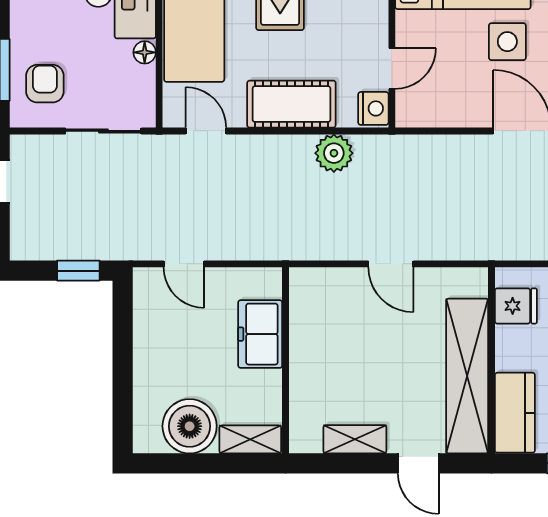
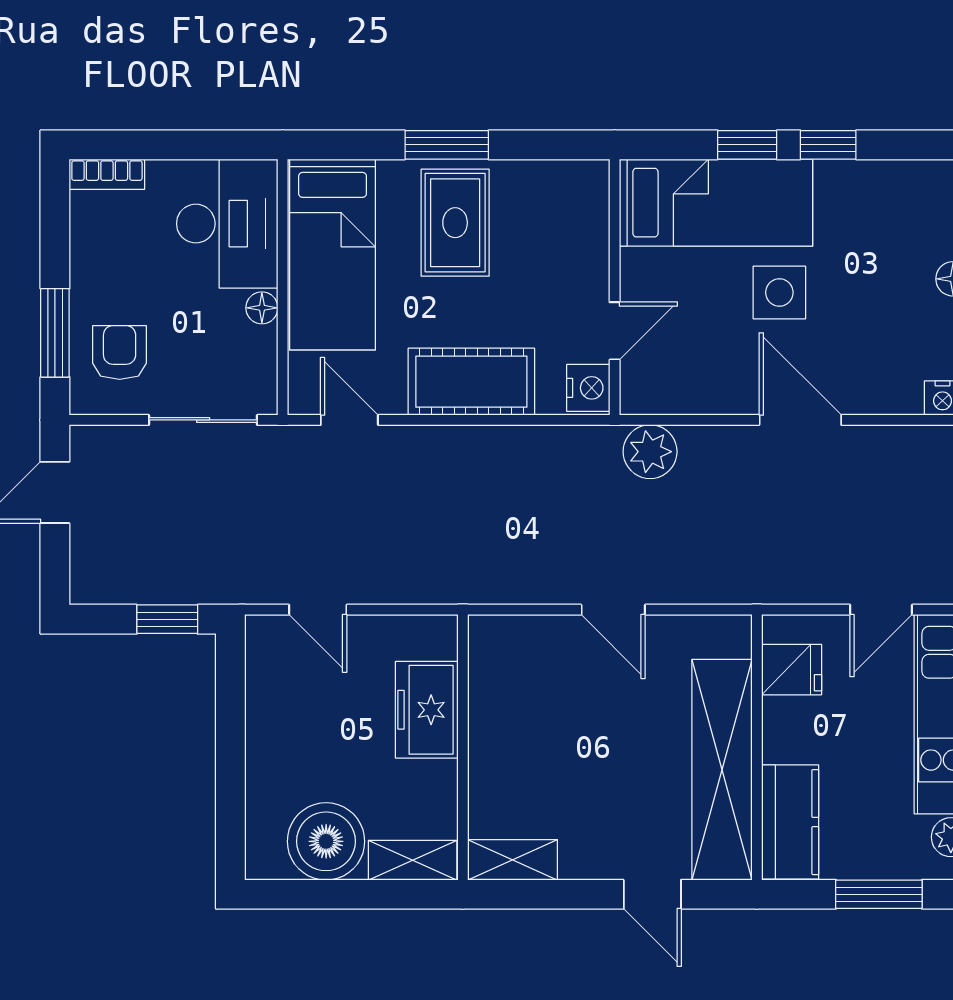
plant: (334, 153) -> (650, 452), moved
shelving: (355, 439) -> (513, 860), moved

